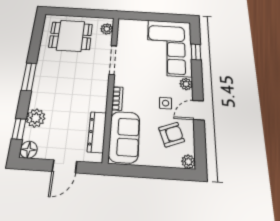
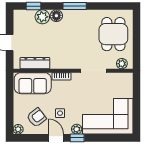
window: (196, 52) -> (77, 138), moved
armchair: (172, 135) -> (37, 118), turned -108
floor lamp: (29, 150) -> (56, 16), moved

